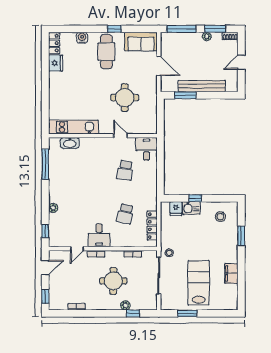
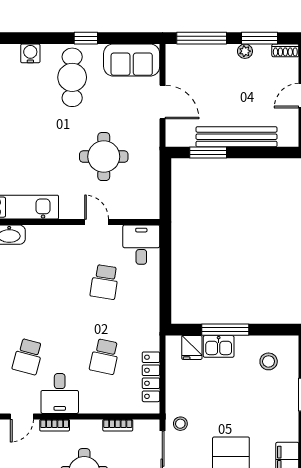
window: (195, 198) -> (225, 330), width x2.17
school desk: (81, 214) -> (28, 357), added

